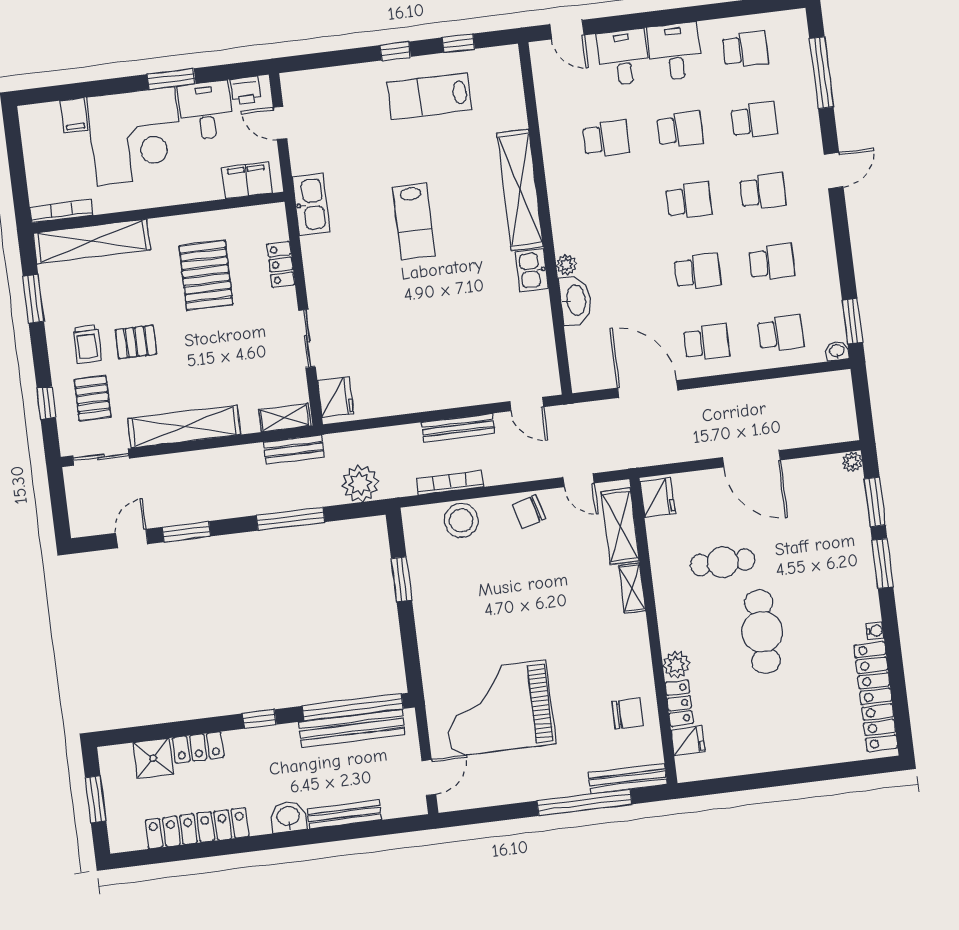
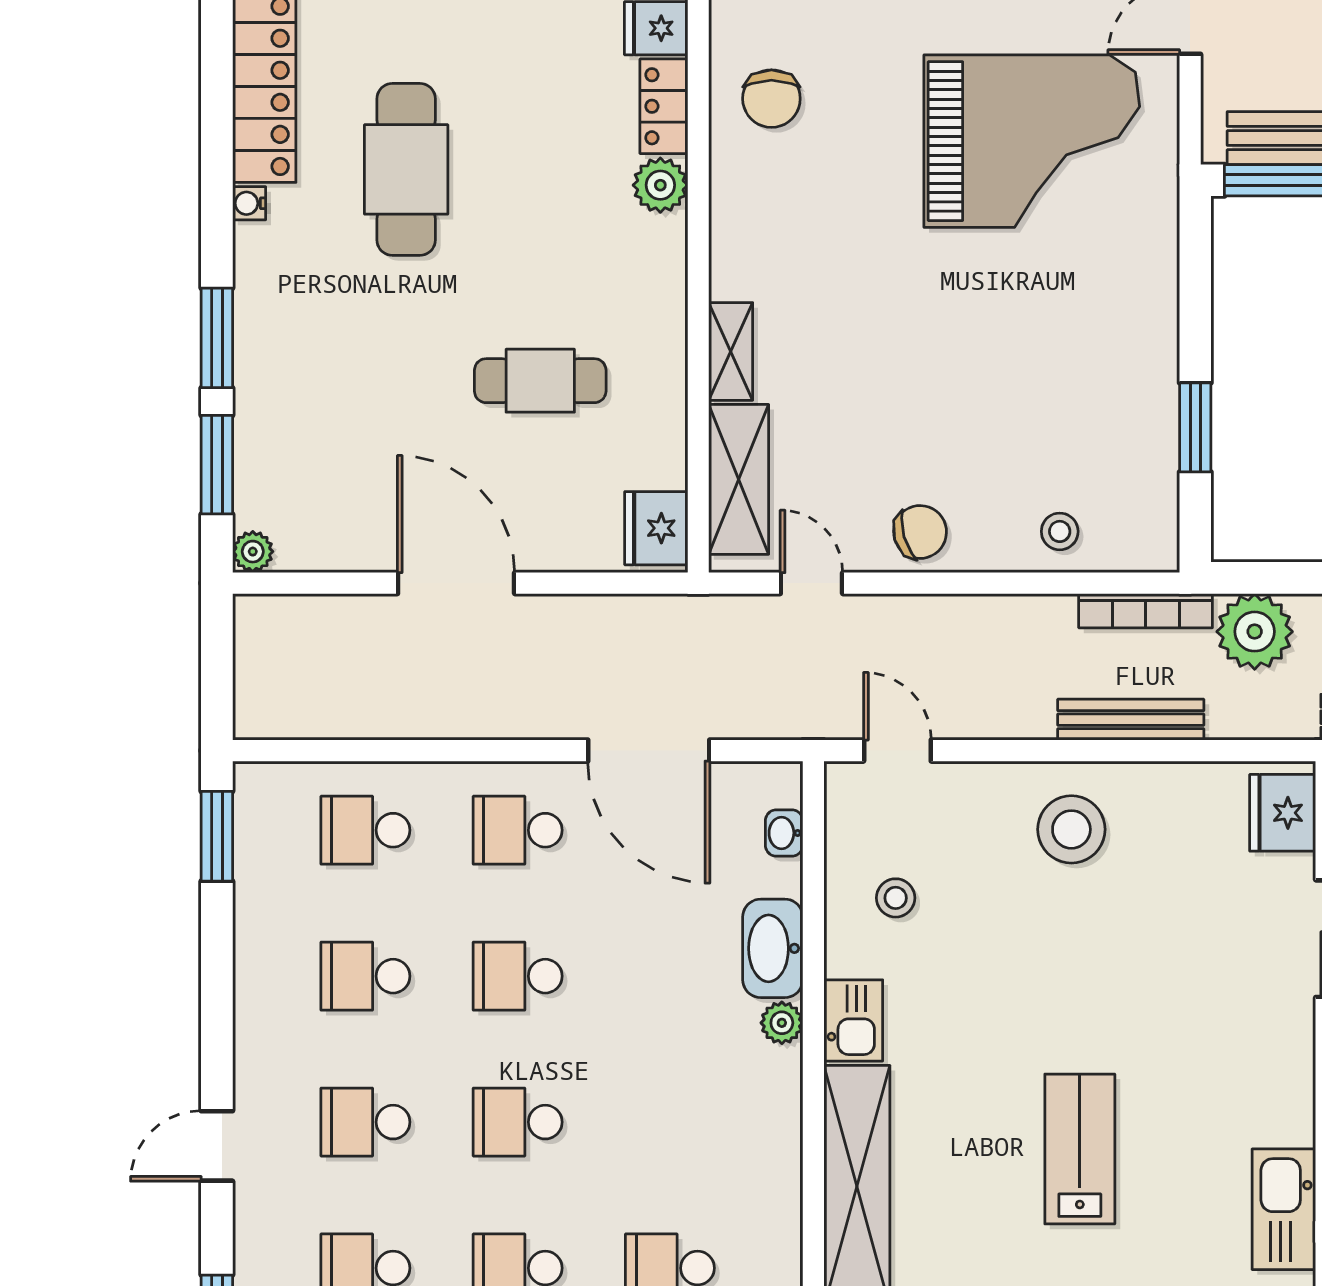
stool: (519, 332) -> (896, 898), added
washbasin: (837, 351) -> (784, 833), moved, turned 90
stool: (437, 376) -> (1071, 829), added
bench: (458, 428) -> (1131, 720), moved
bookcase: (450, 483) -> (1146, 611), moved
stool: (461, 520) -> (1060, 531), width x0.53, depth x0.53
cafe table: (762, 632) -> (406, 169), moved
chair: (627, 713) -> (771, 99), turned -90

